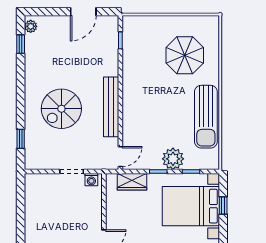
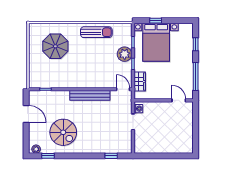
spiral stairs: (61, 109) -> (63, 132), moved
sun lounger: (206, 117) -> (96, 32), width x0.73, depth x0.75

